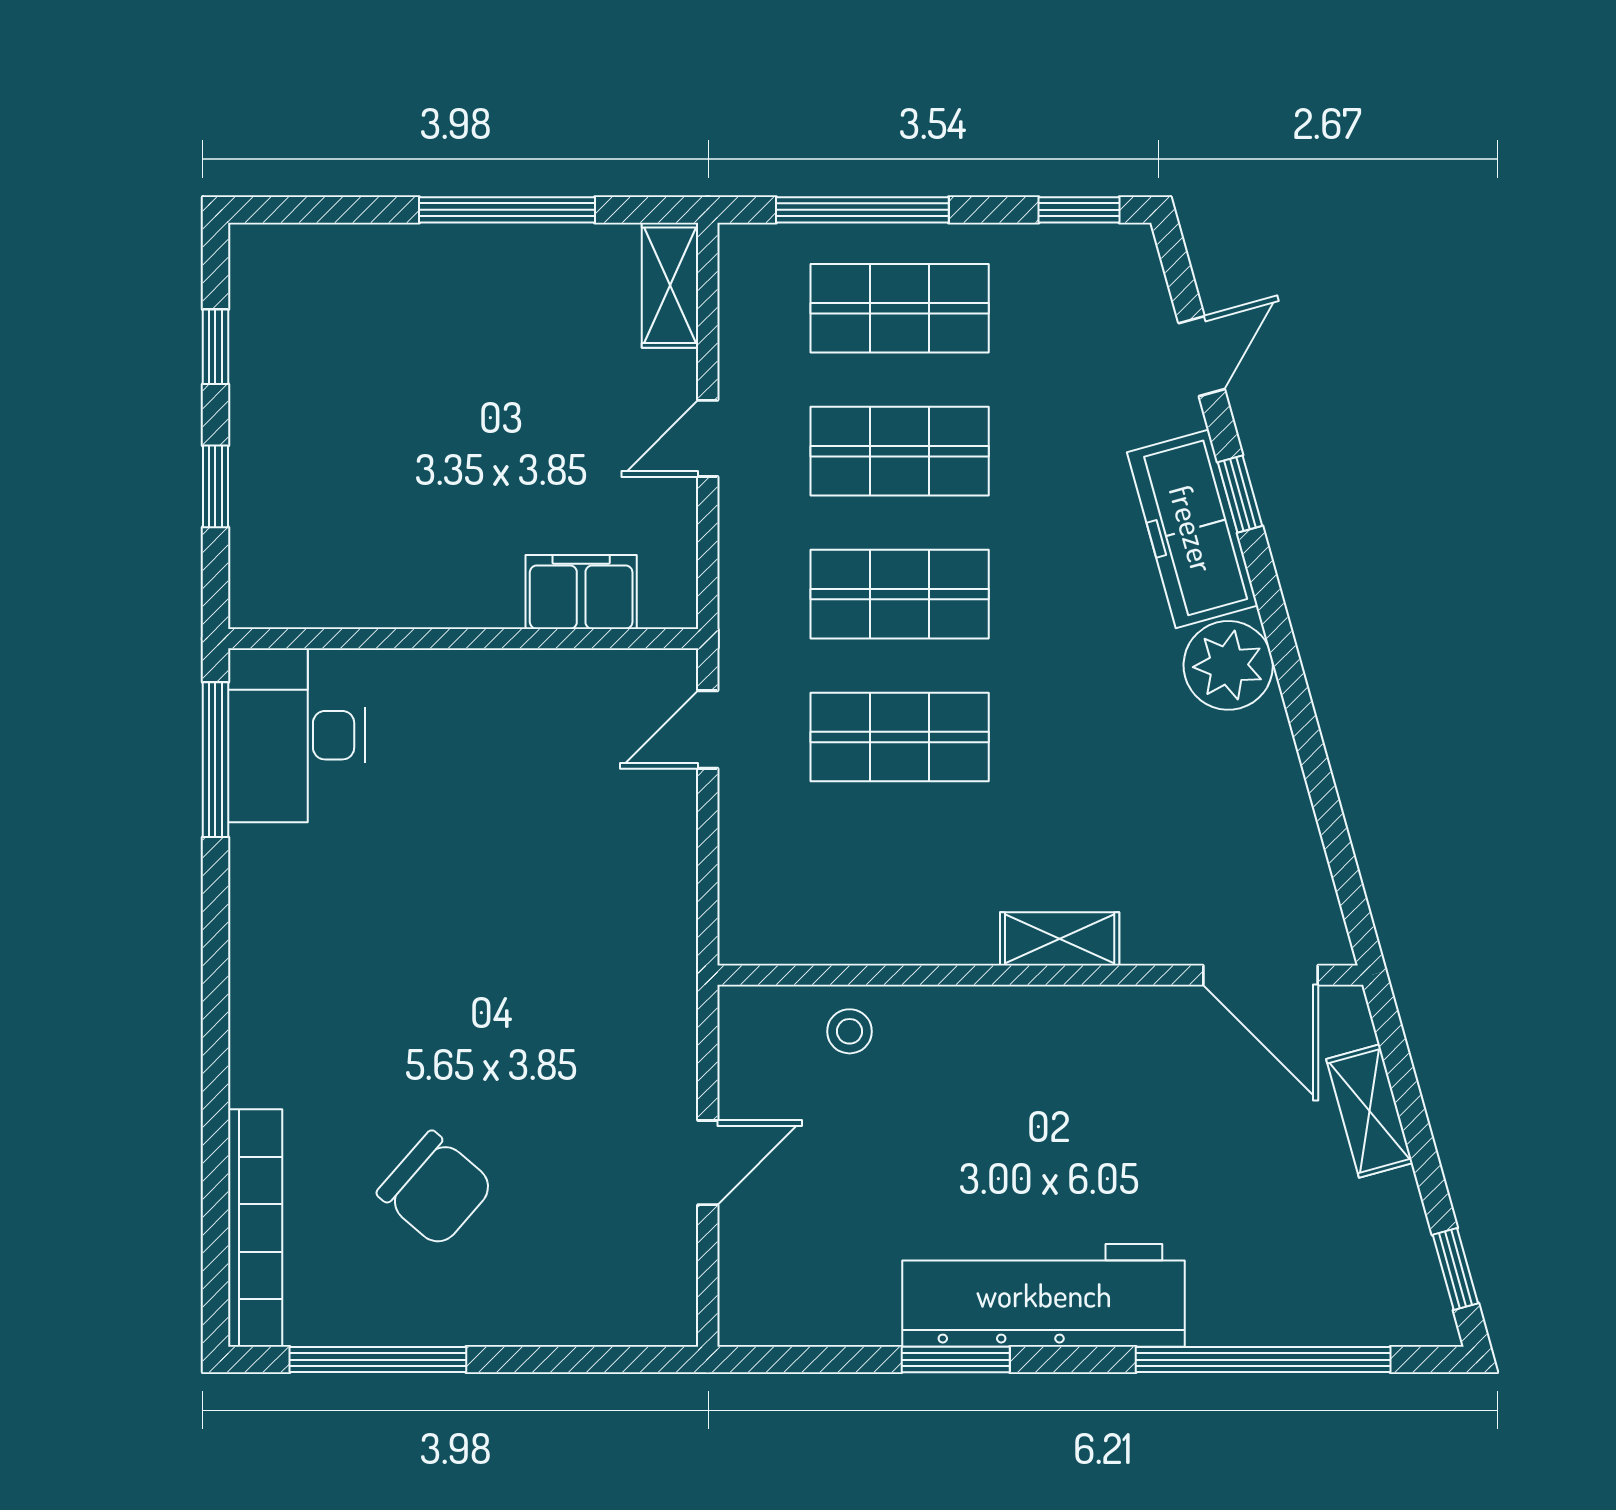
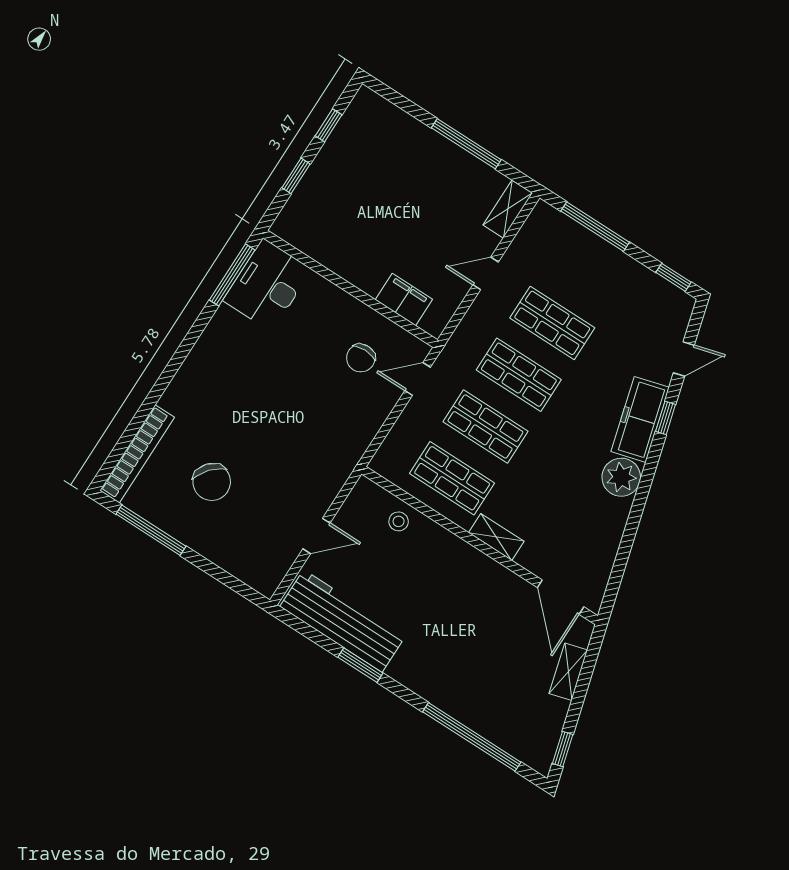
shop shelf: (900, 308) -> (452, 478), moved
chair: (571, 760) -> (361, 358), added
workbench: (1044, 1295) -> (343, 621), moved

